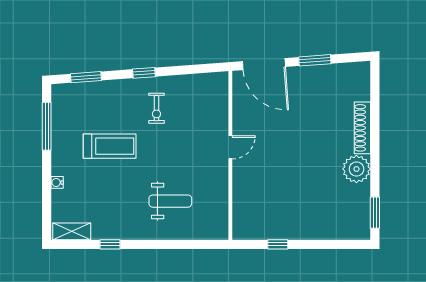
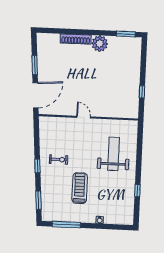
weight bench: (170, 201) -> (114, 154), width x1.36, depth x1.33
shelving: (72, 231) -> (129, 213), removed

